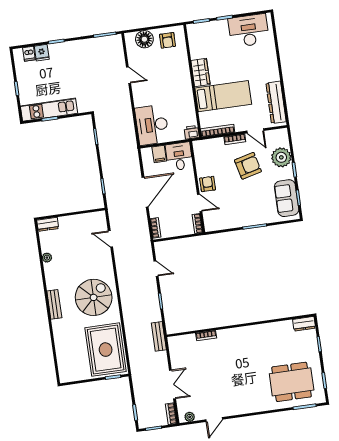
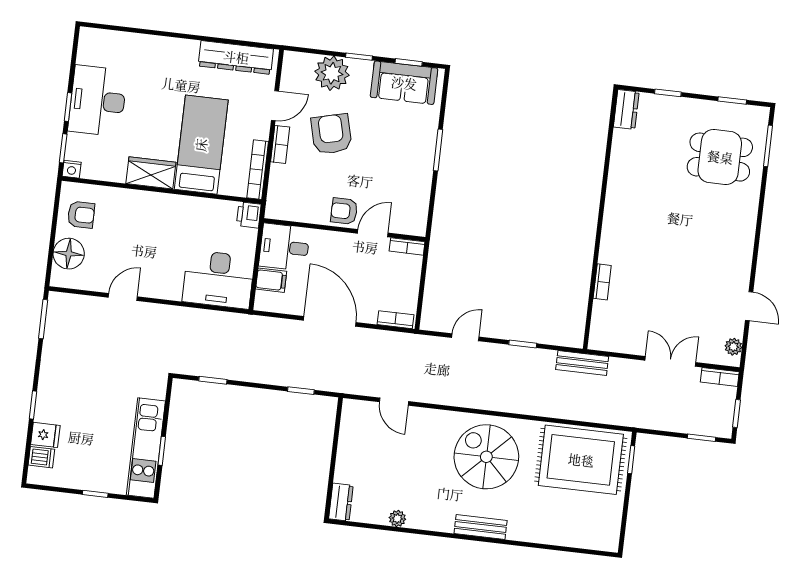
nightstand: (191, 29) -> (72, 169), added
desk: (249, 31) -> (98, 101), moved
door: (110, 239) -> (394, 402), hinge flipped
dining table: (292, 382) -> (720, 157), width x0.73

